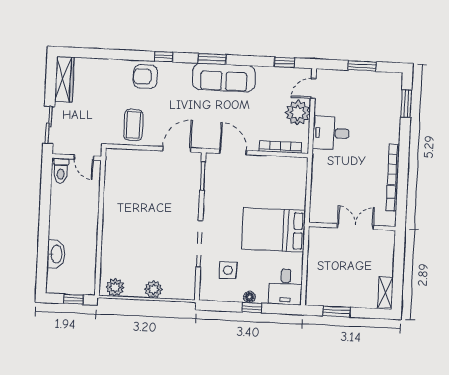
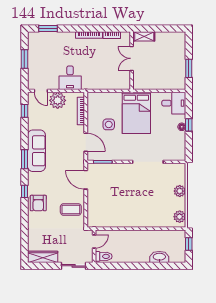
door: (233, 152) -> (86, 142), swing flipped
side table: (228, 270) -> (109, 124), moved
shelving: (385, 292) -> (144, 36), moved

